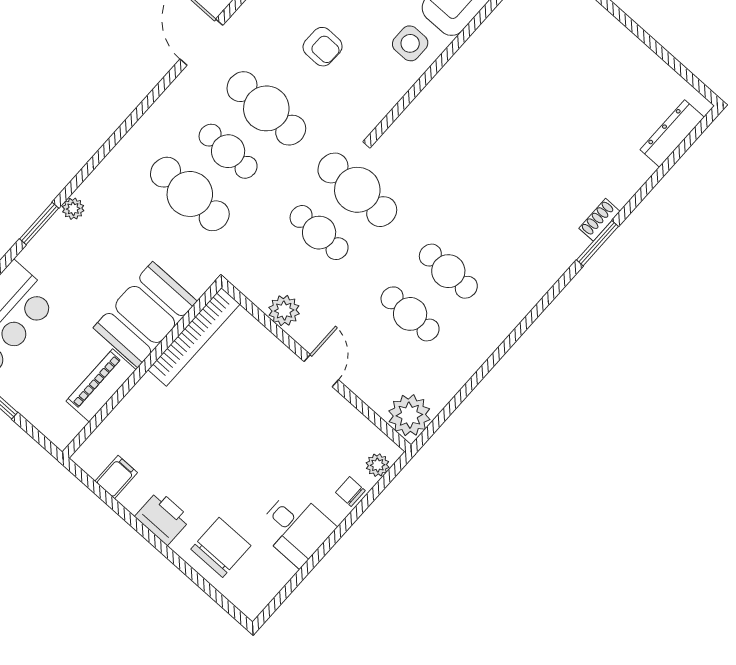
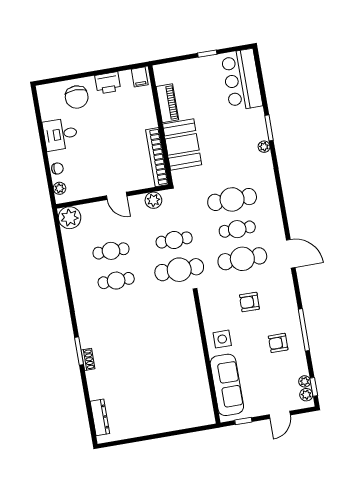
booth: (145, 314) -> (182, 144), moved
bookcase: (194, 337) -> (157, 157), moved
wall: (142, 370) -> (160, 125), moved
piano: (101, 385) -> (167, 103), moved

